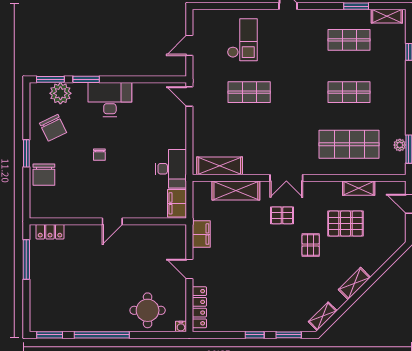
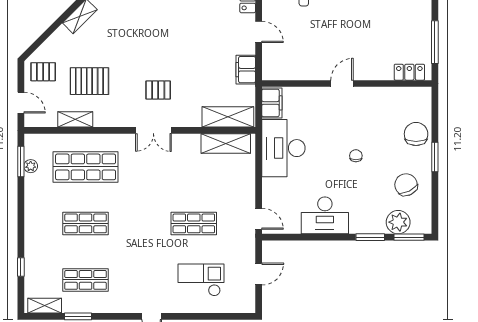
checkout: (242, 40) -> (201, 280), turned 90
desk: (110, 99) -> (325, 215), moved
desk: (171, 169) -> (283, 148), width x1.36, depth x1.30
double door: (286, 178) -> (153, 130), swing flipped
shelving: (236, 191) -> (228, 117), moved
pallet: (311, 245) -> (43, 72), moved, turned 90

